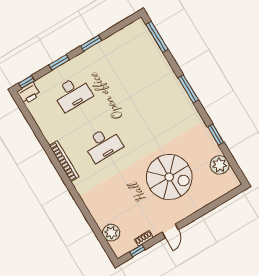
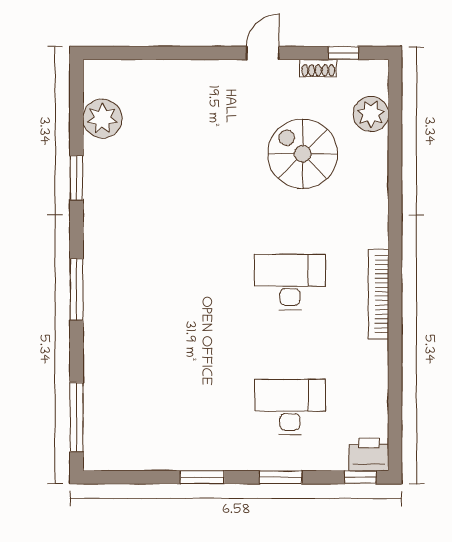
spiral stairs: (169, 177) -> (303, 154), moved, width x0.73, depth x0.73

